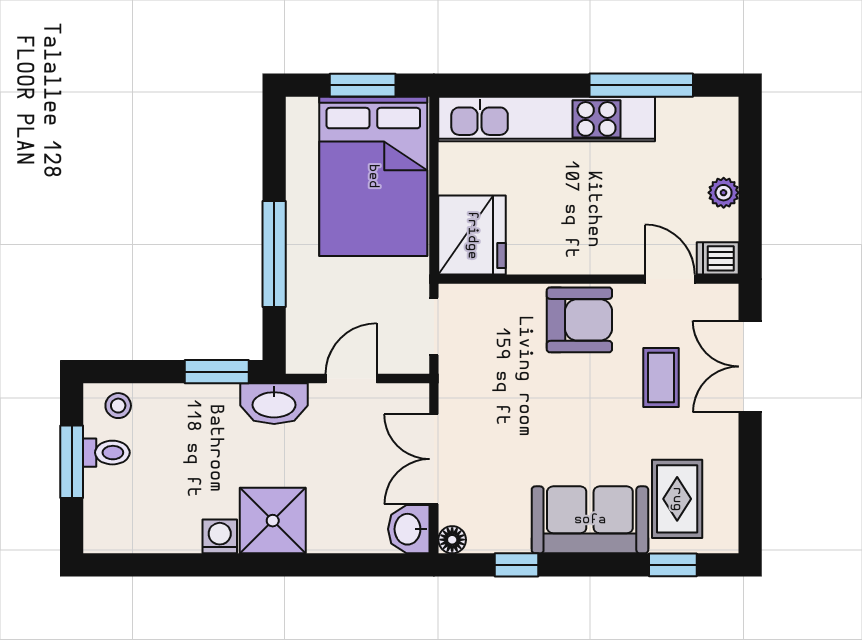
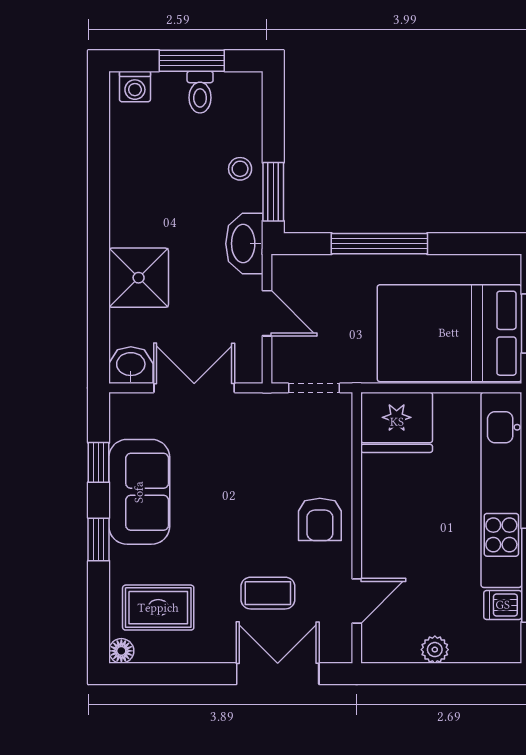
dishwasher: (718, 258) -> (503, 605), moved, turned -90
armchair: (579, 320) -> (320, 519), width x0.72, depth x0.72
stool: (118, 406) -> (240, 169), moved
sofa: (590, 520) -> (139, 492), moved
shower: (273, 521) -> (139, 278), moved
washing machine: (220, 536) -> (135, 87), moved, turned 90
floor lamp: (452, 540) -> (121, 651), moved
window: (673, 565) -> (99, 539), moved

